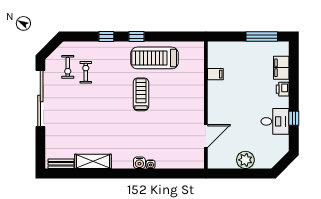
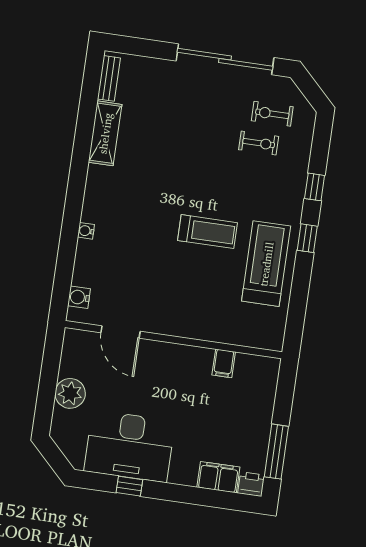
printer: (283, 89) -> (251, 484), moved
desk: (275, 121) -> (130, 446), width x1.87, depth x1.30
water cooler: (139, 163) -> (79, 297), moved

